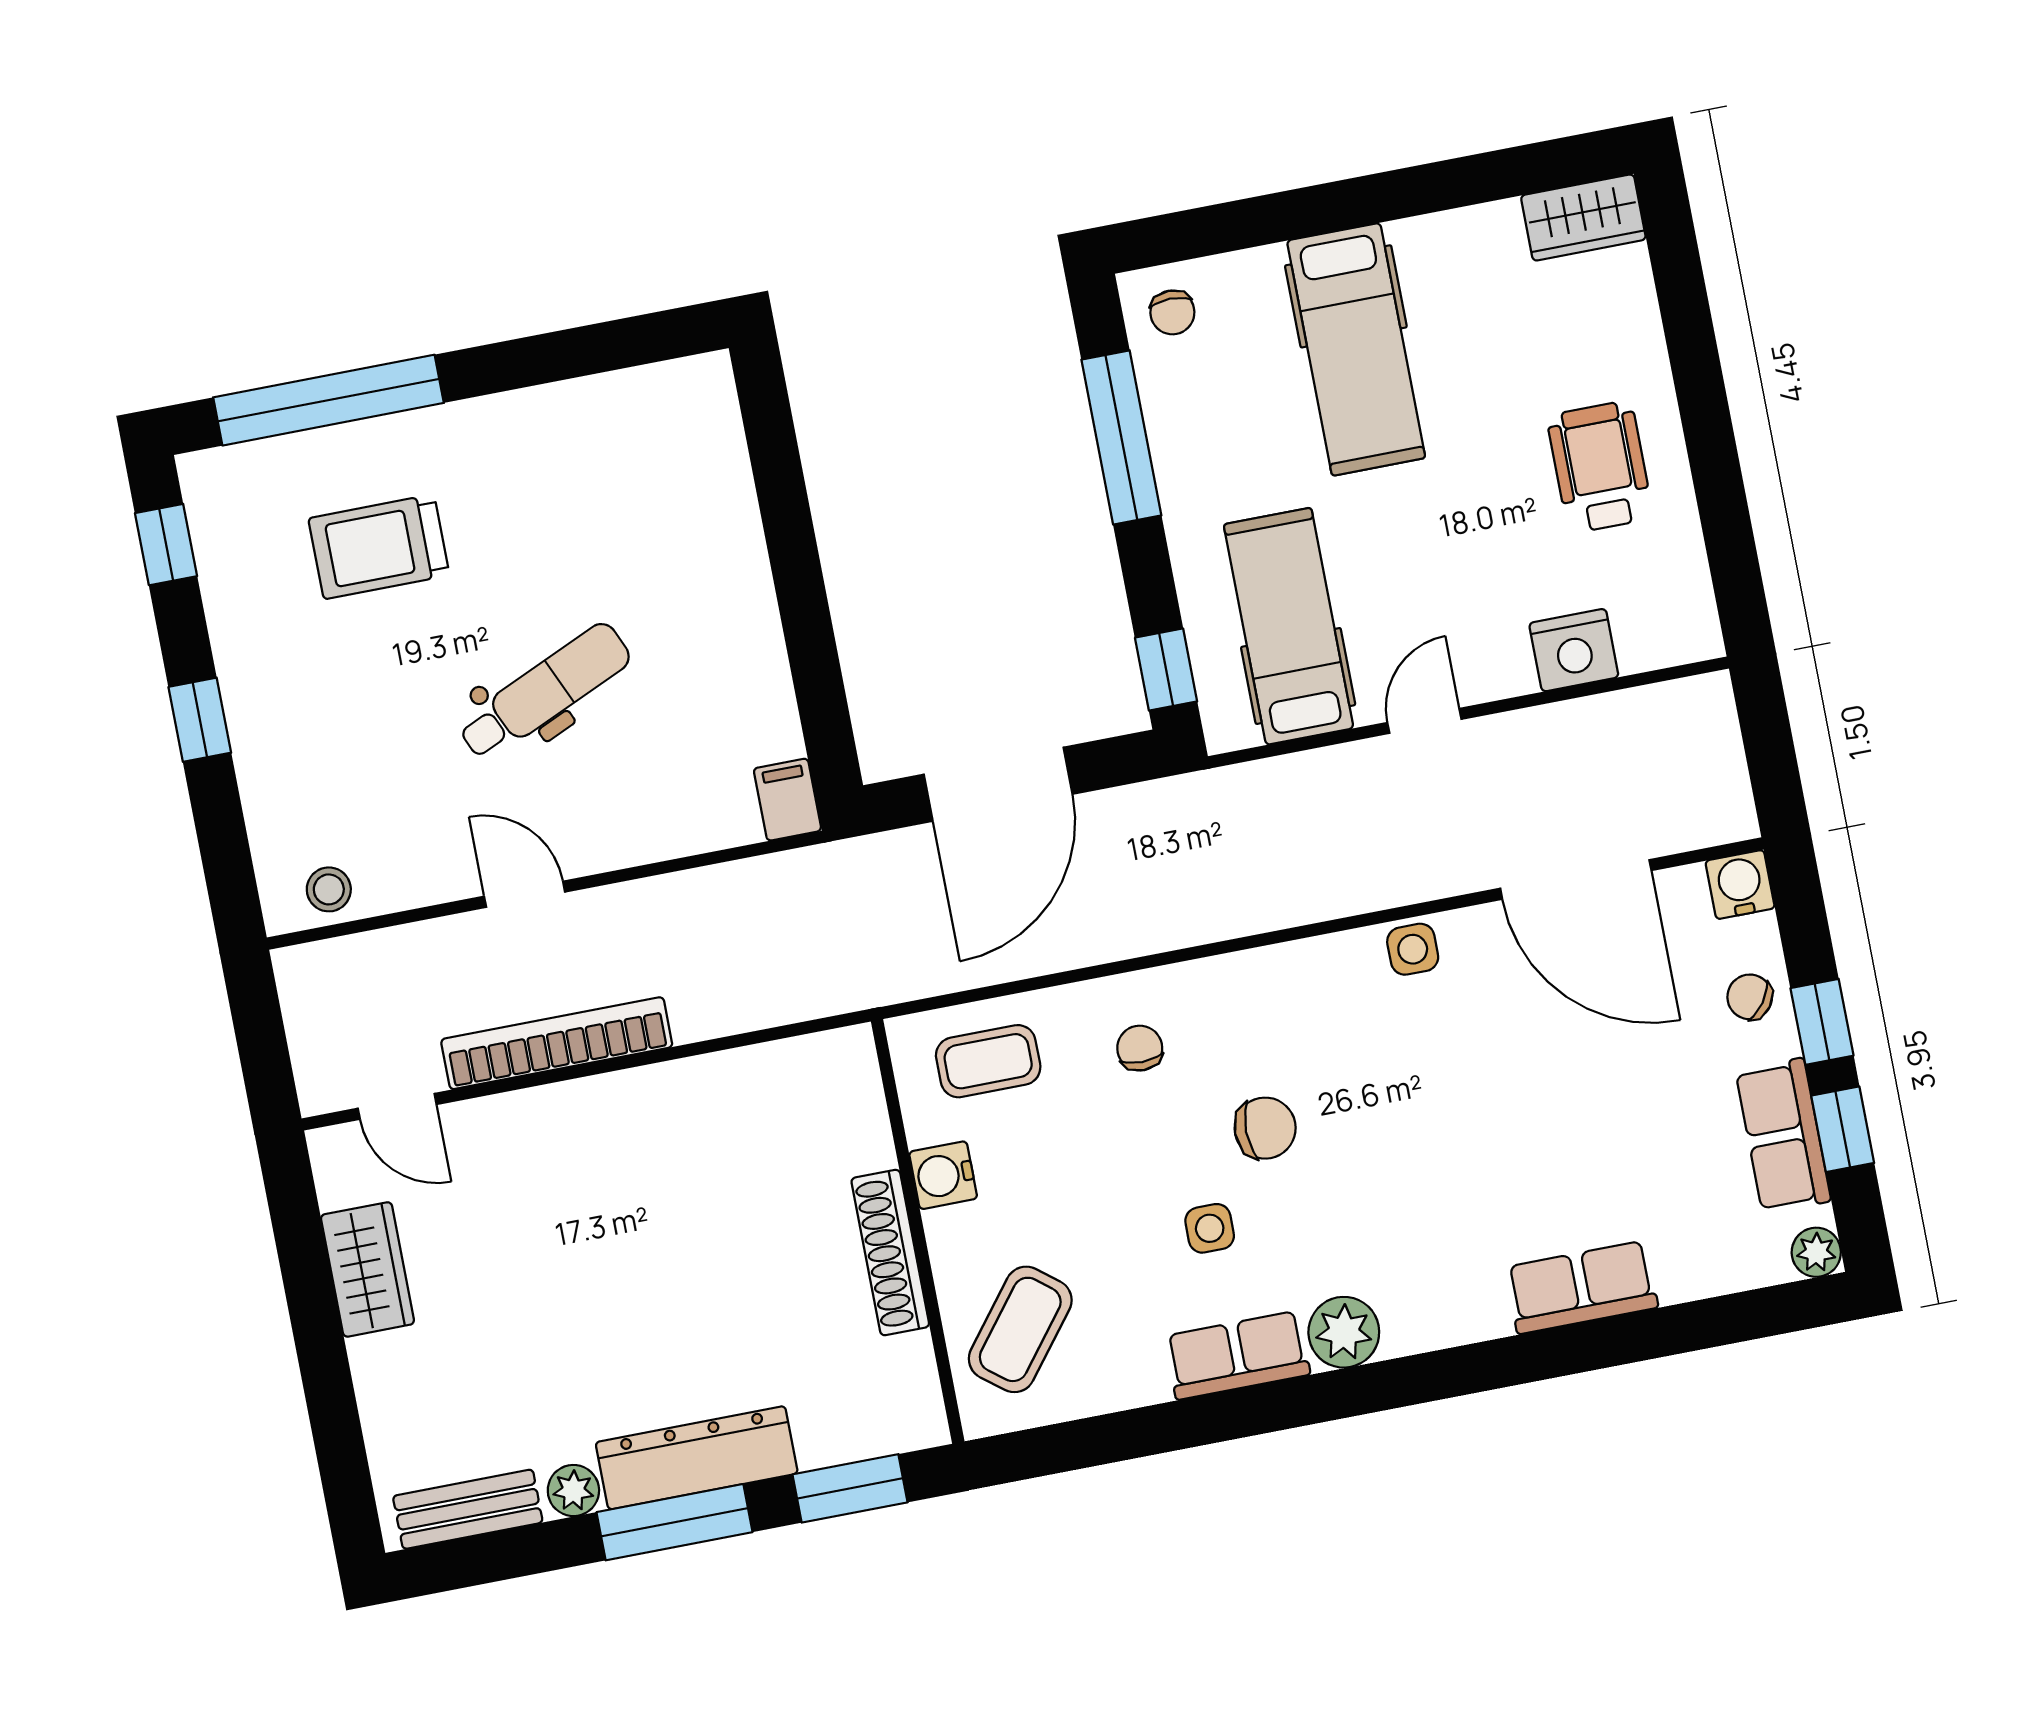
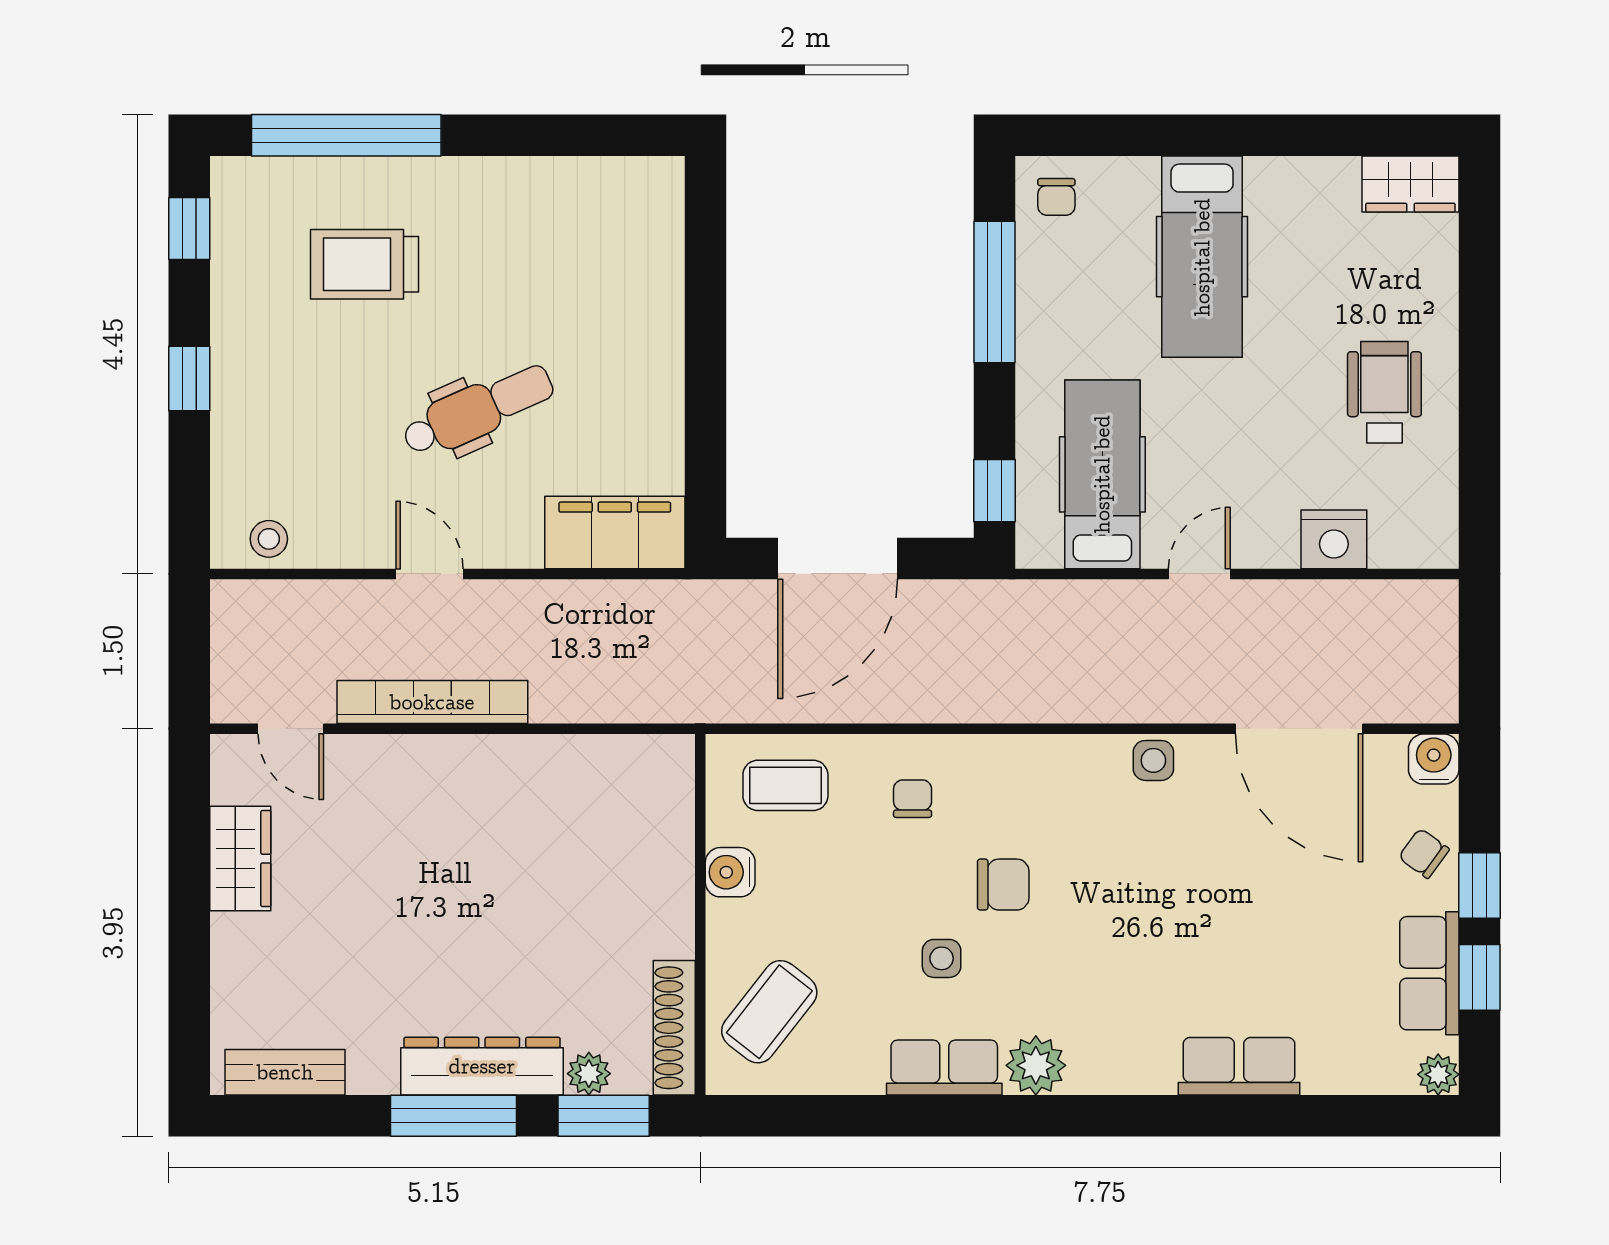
filing cabinet: (787, 800) -> (615, 532), width x3.00, depth x1.17
shoe rack: (890, 1253) -> (674, 1028), moved
plant: (573, 1491) -> (589, 1074), moved

